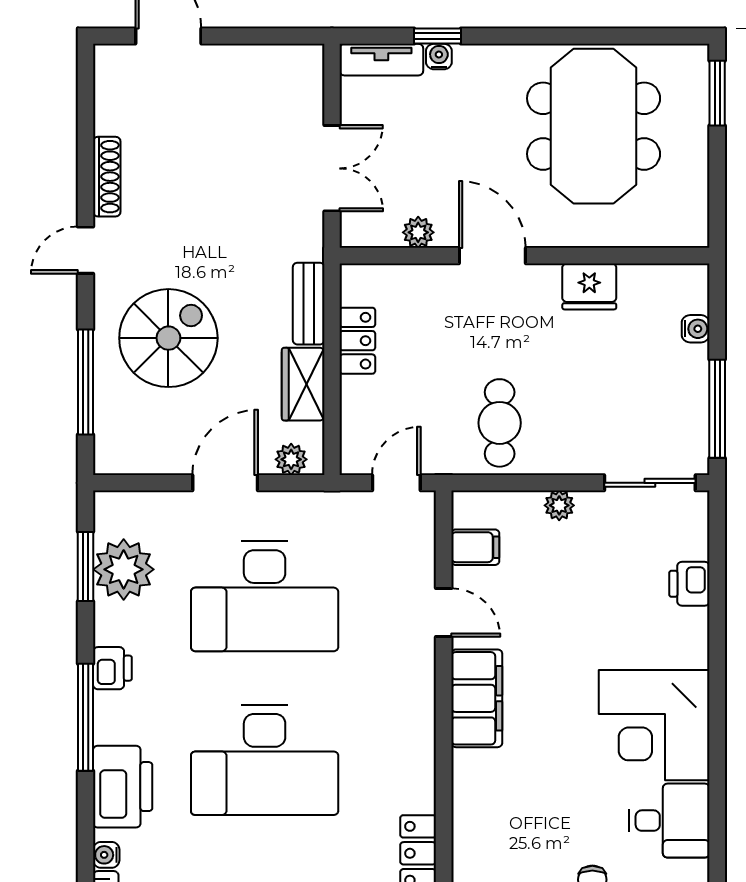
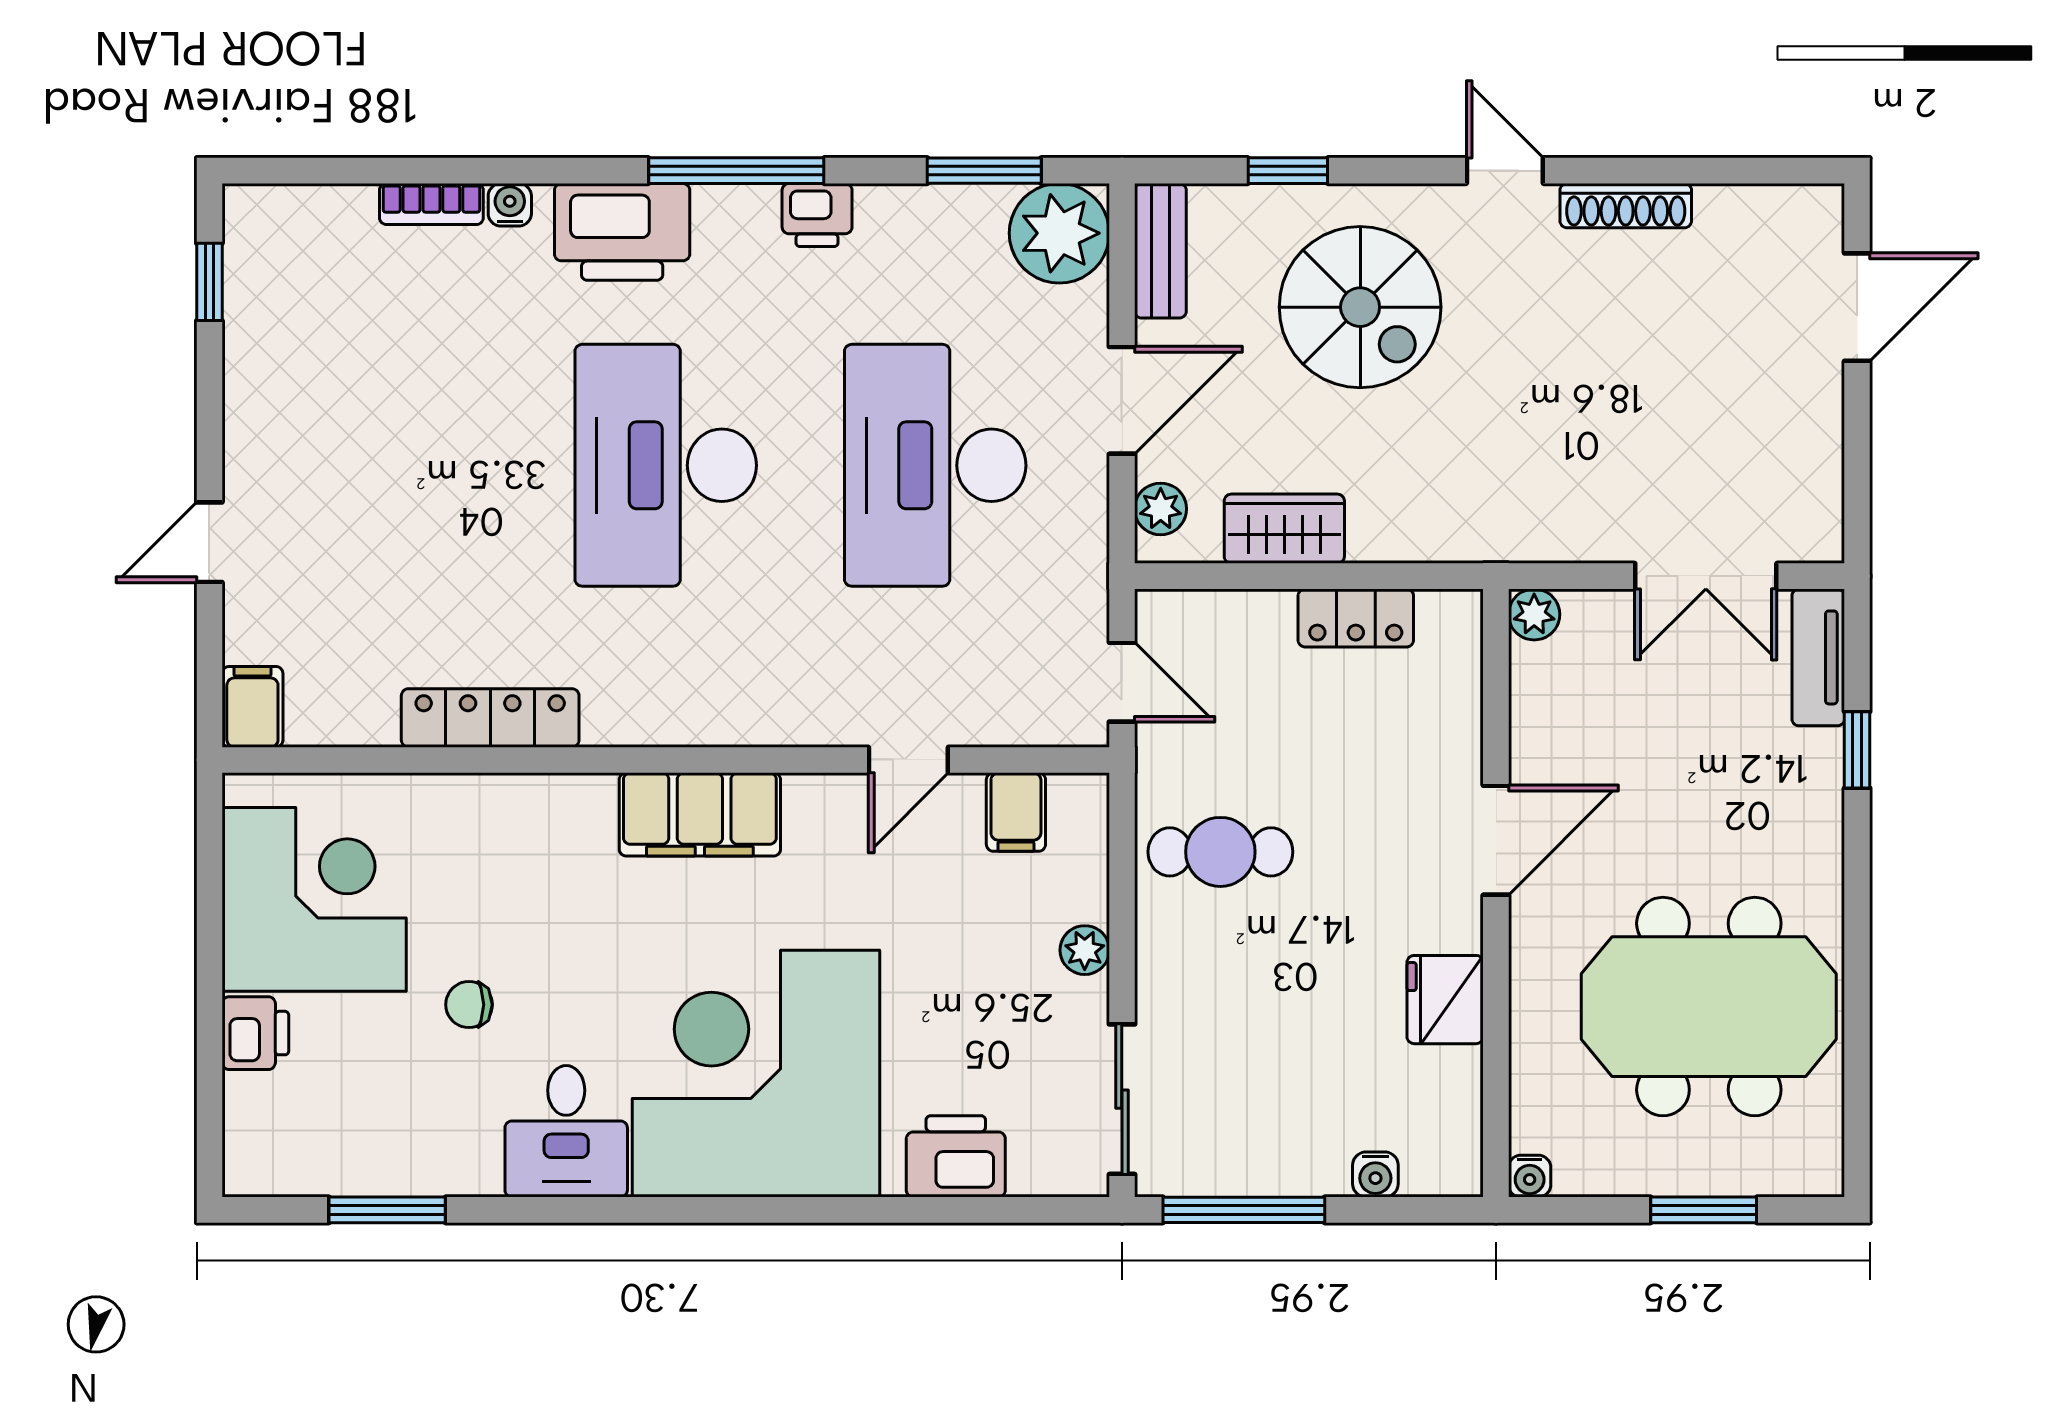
water cooler: (439, 57) -> (1530, 1176), moved, turned 90
window: (717, 93) -> (1704, 1210), moved
double door: (332, 168) -> (1706, 576), moved
plant: (418, 232) -> (1534, 614), moved
bench: (309, 304) -> (1160, 251), moved, turned 90
window: (85, 382) -> (1288, 171), width x0.46
door: (225, 483) -> (1122, 400), hinge flipped
plant: (124, 569) -> (1059, 233), moved
printer: (689, 584) -> (956, 1156), width x1.36, depth x1.24
filing cabinet: (477, 698) -> (700, 814), moved
corner desk: (654, 725) -> (756, 1074), width x1.36, depth x1.36

